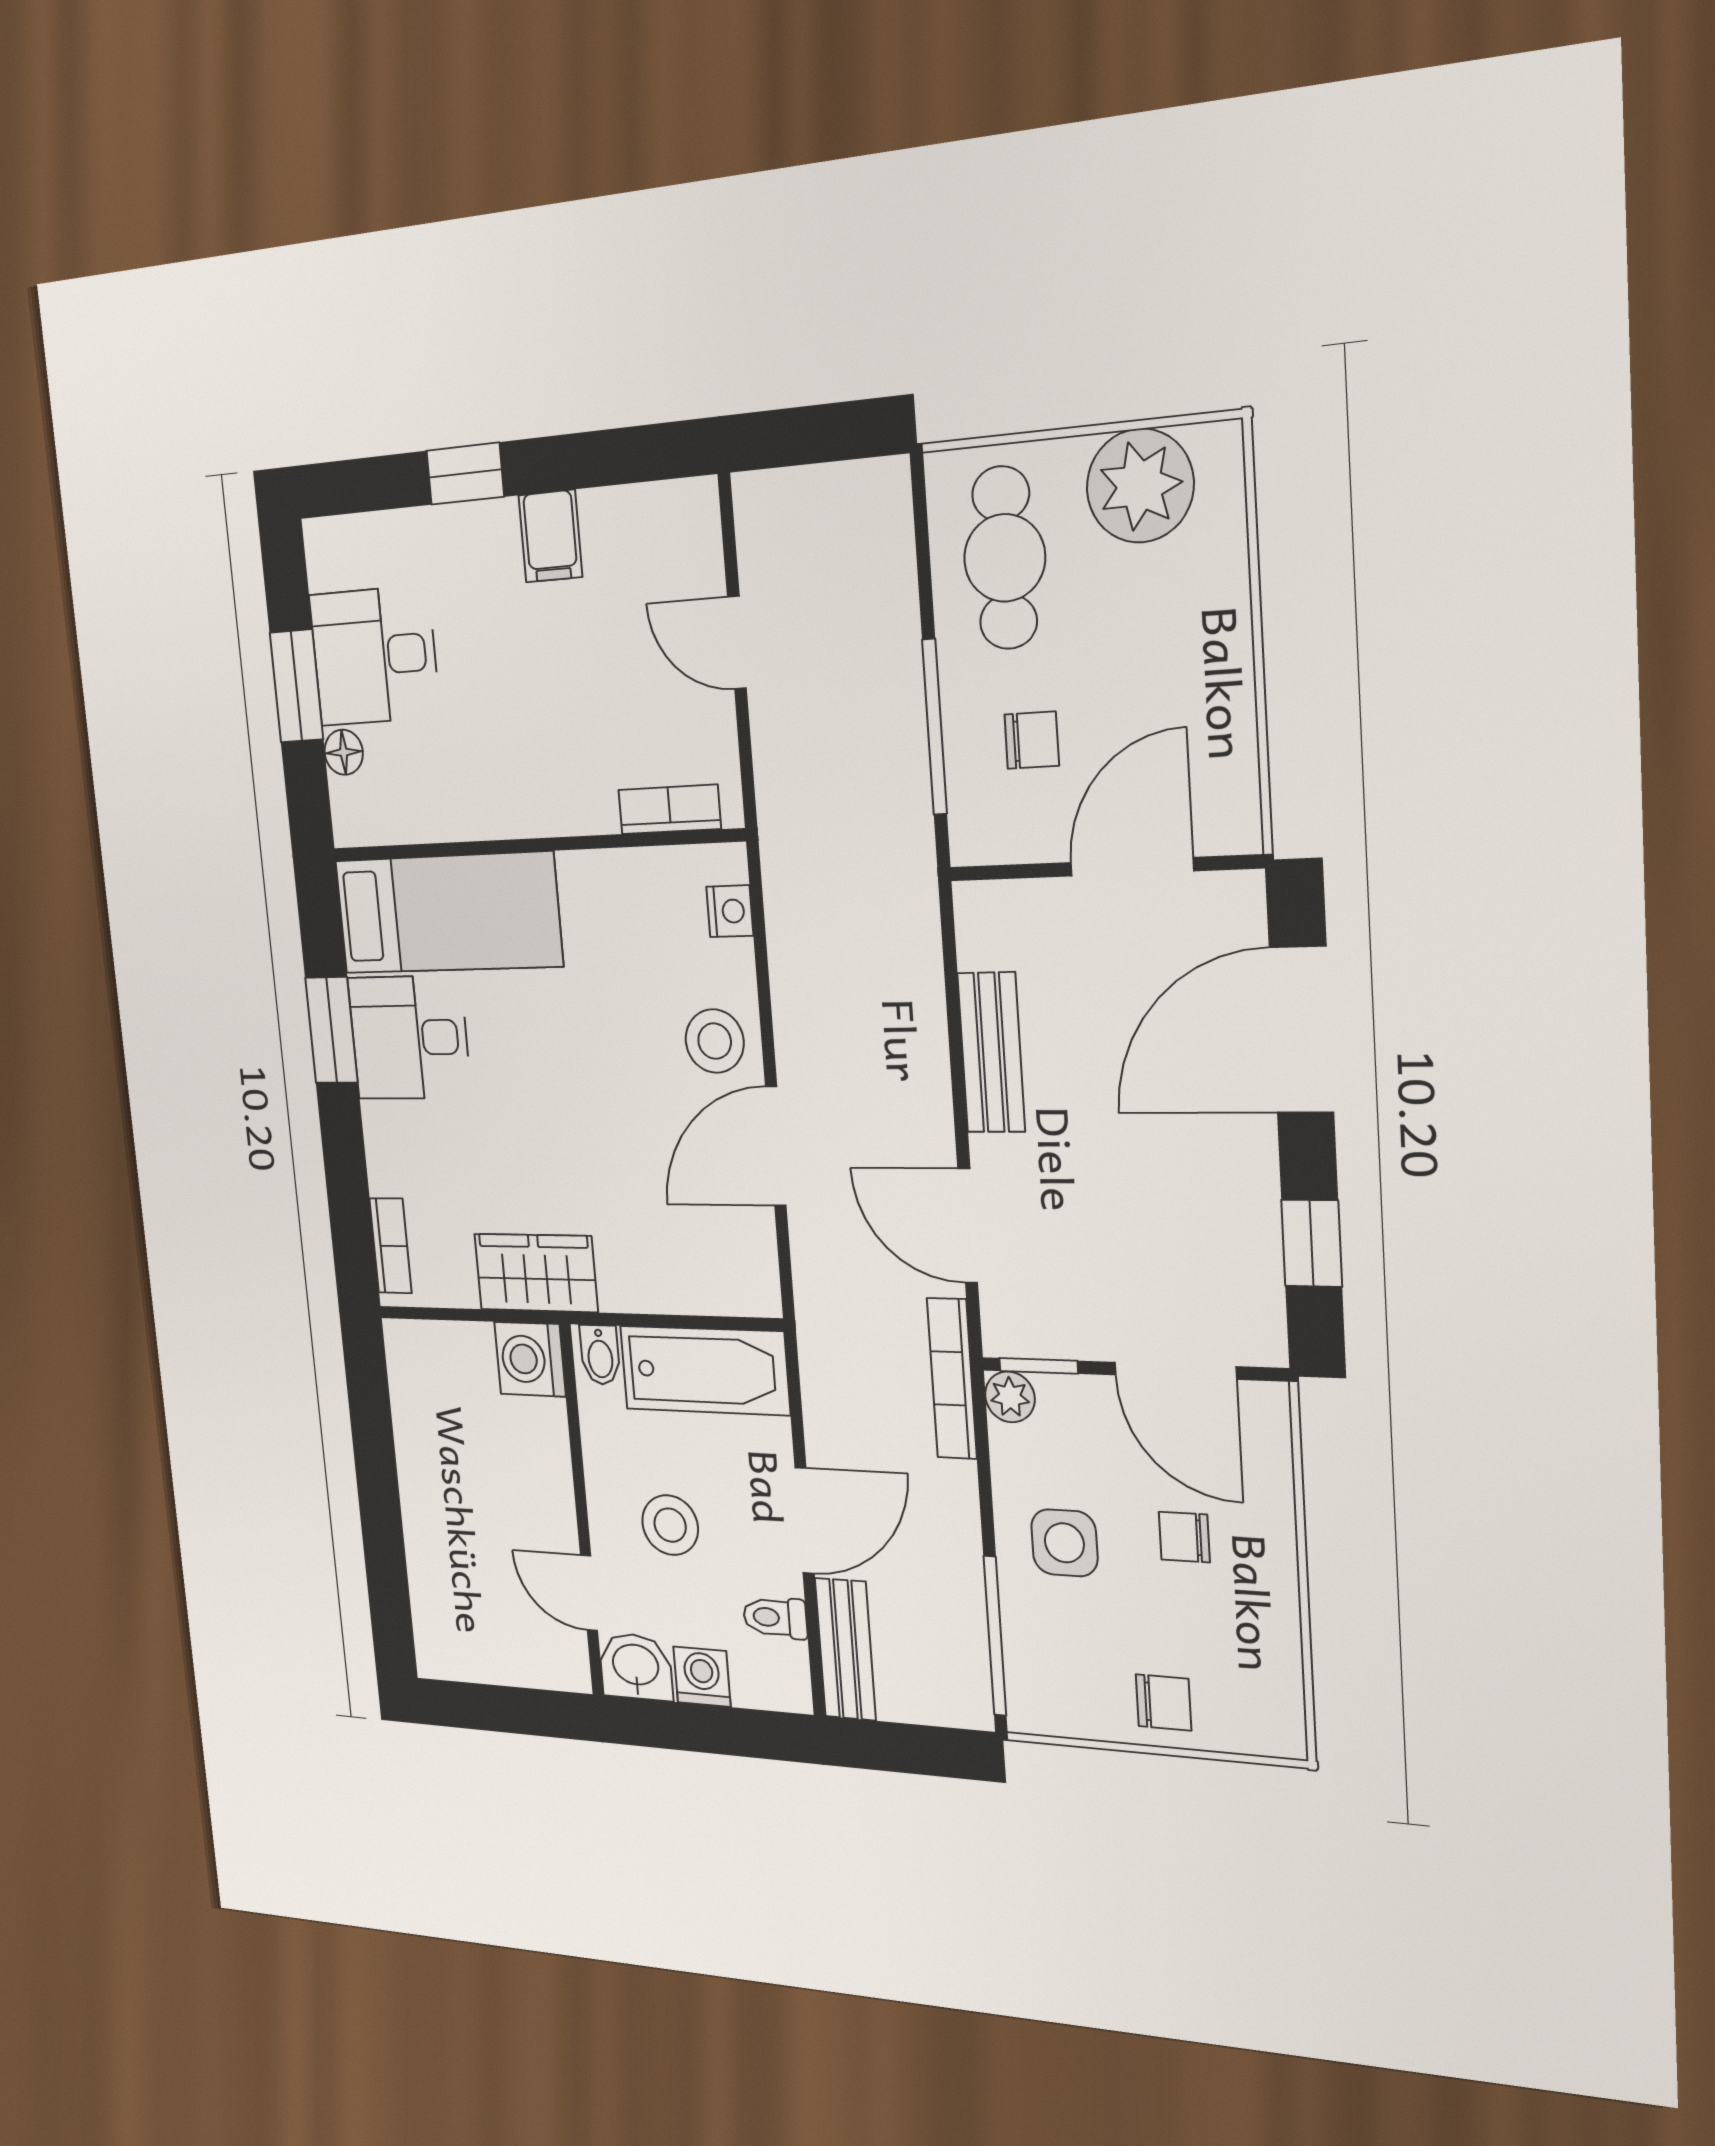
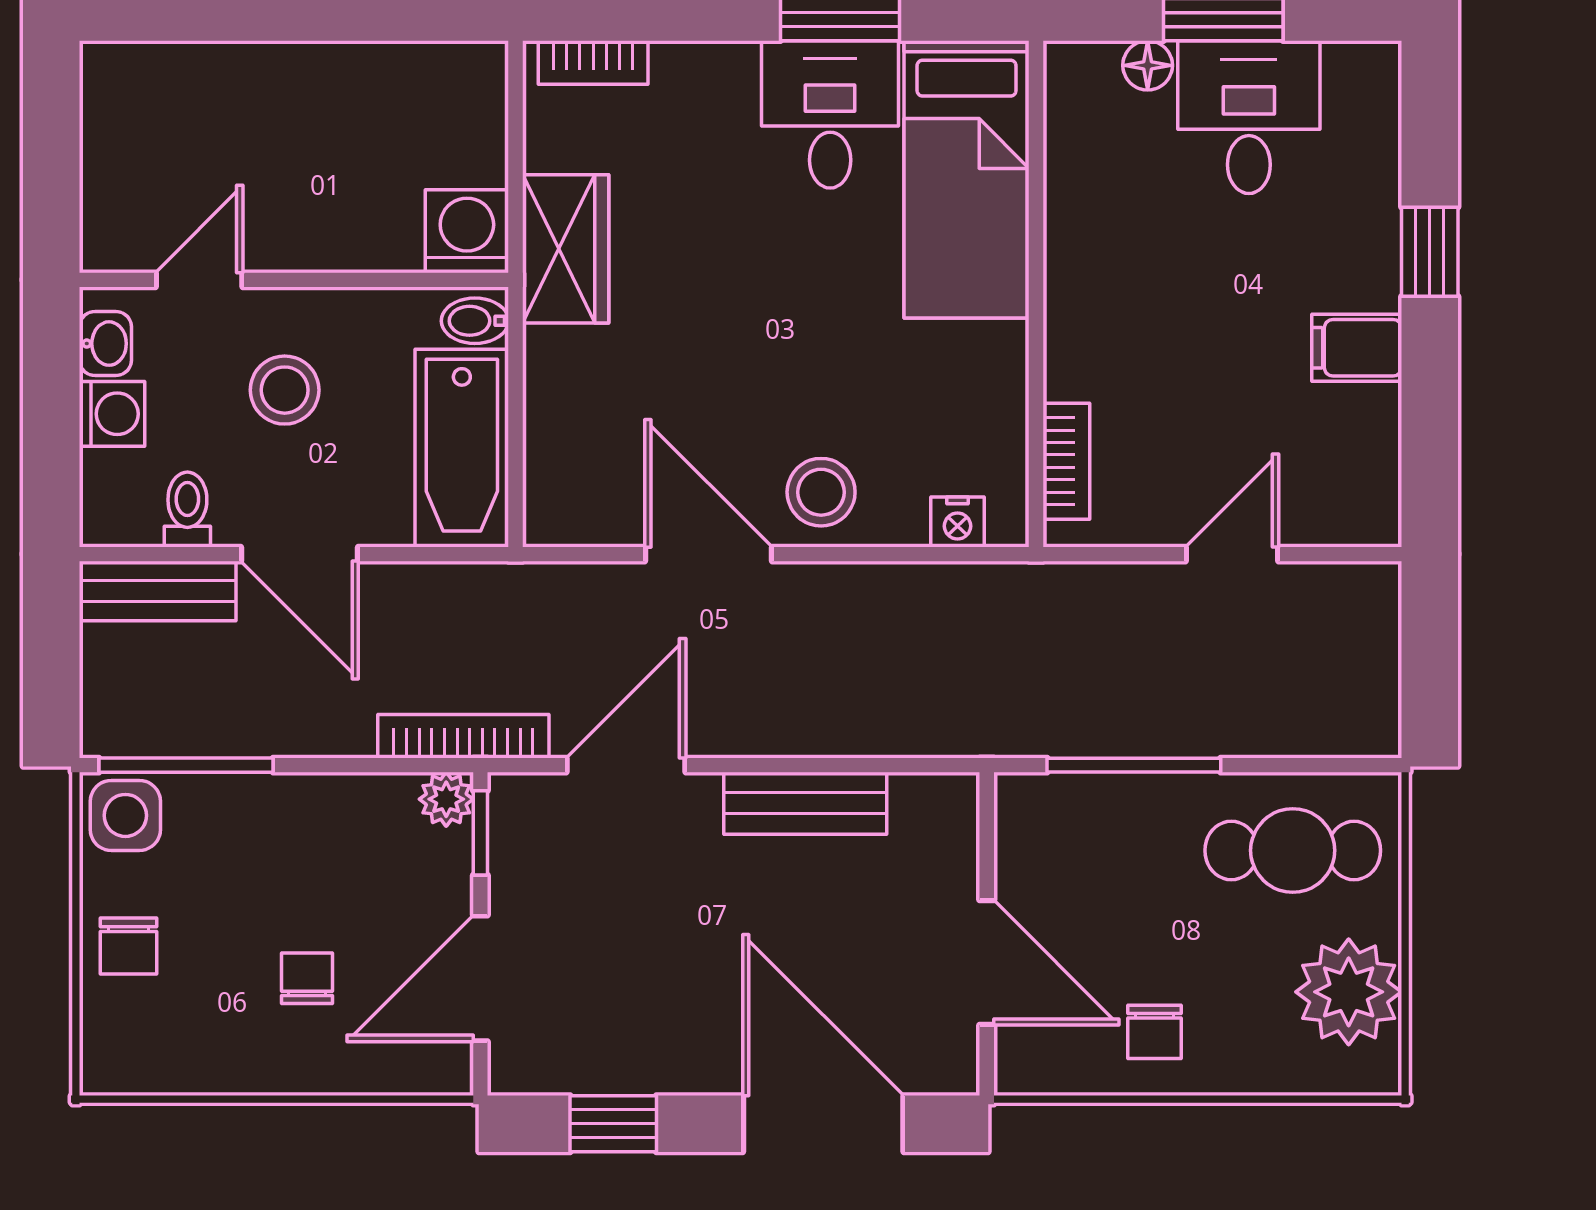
chair: (1032, 740) -> (1155, 1032), moved
side table: (1064, 1543) -> (125, 815), moved
washbasin: (636, 1667) -> (105, 344), width x0.72, depth x0.69

